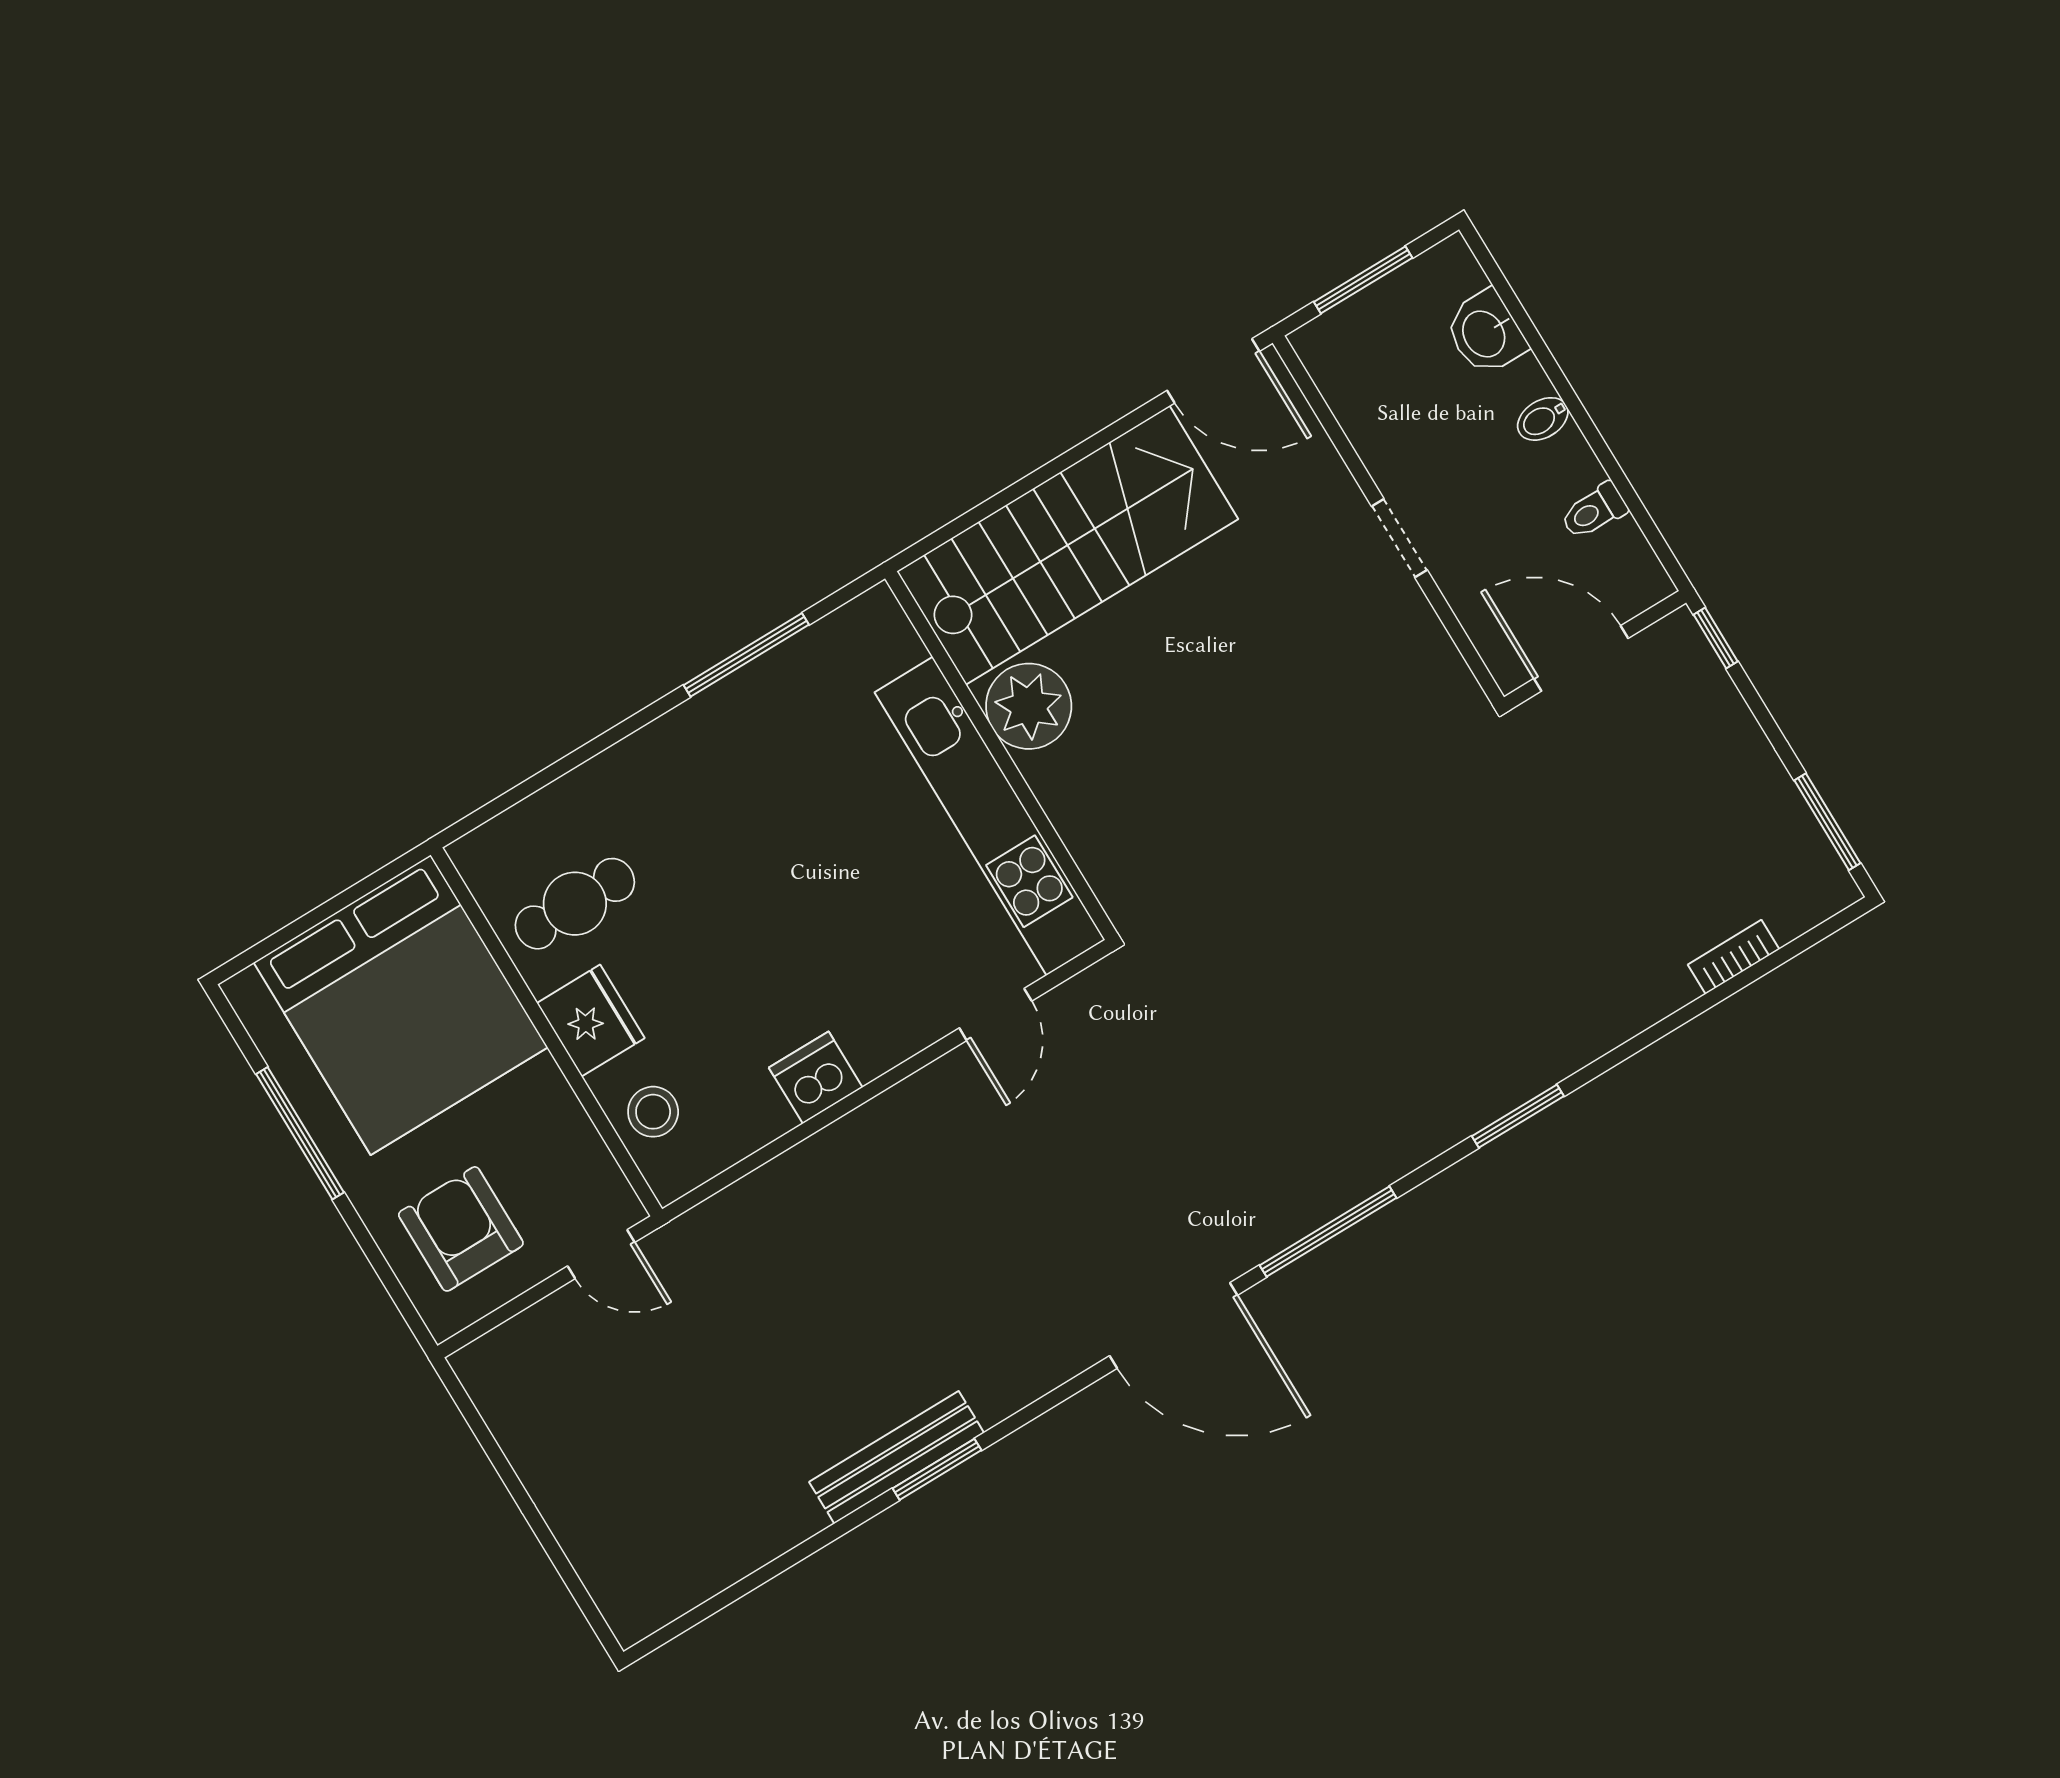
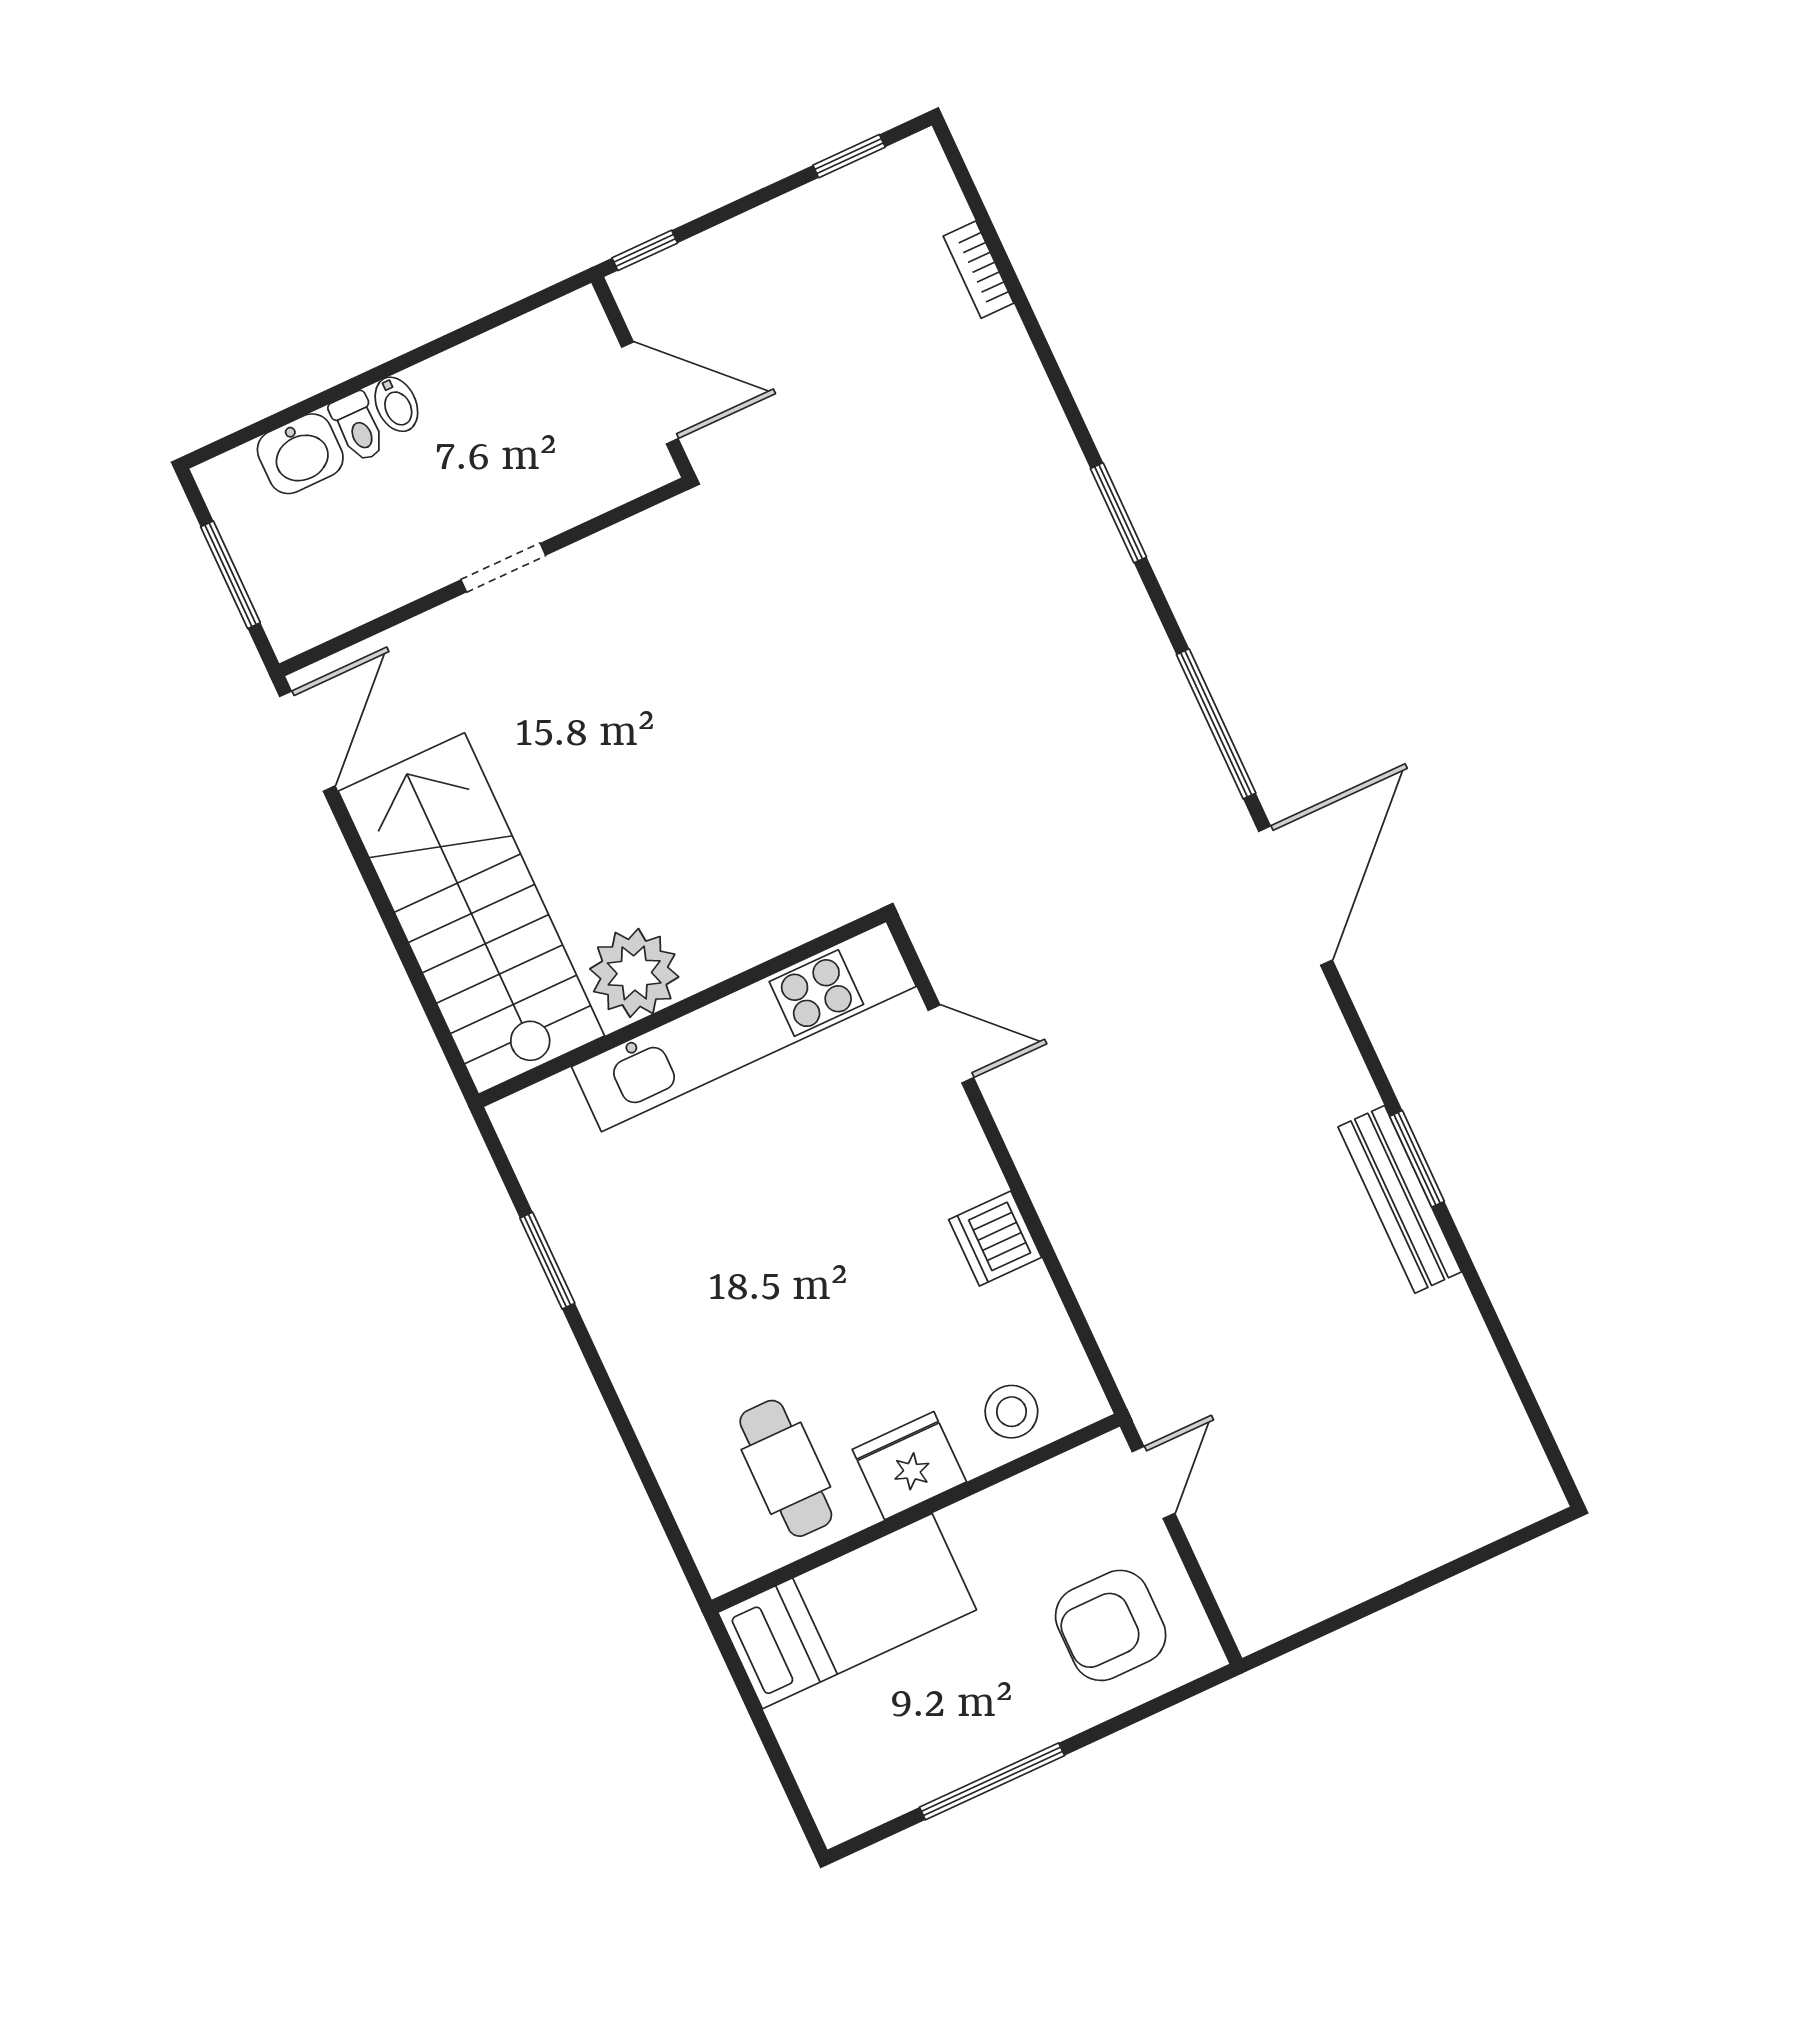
toilet: (1594, 511) -> (358, 427), moved
window: (746, 655) -> (547, 1261), width x0.69
door: (1581, 658) -> (650, 393), swing flipped
window: (1827, 822) -> (849, 156), width x0.67
bed: (401, 1005) -> (847, 1611), width x0.49

